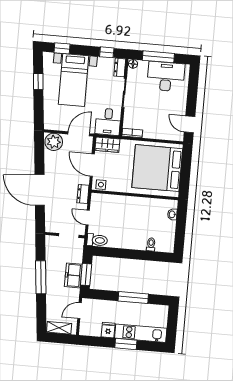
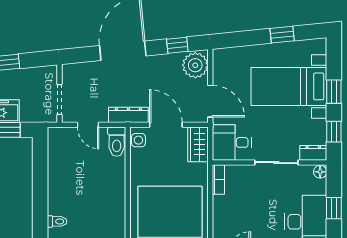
window: (62, 48) -> (334, 92), moved
window: (158, 57) -> (334, 208), width x0.46
window: (39, 153) -> (177, 45), added
door: (92, 165) -> (166, 125), hinge flipped
dresser: (83, 194) -> (128, 115), width x1.44
door: (88, 218) -> (88, 125), swing flipped
toilet: (97, 240) -> (117, 142), moved

